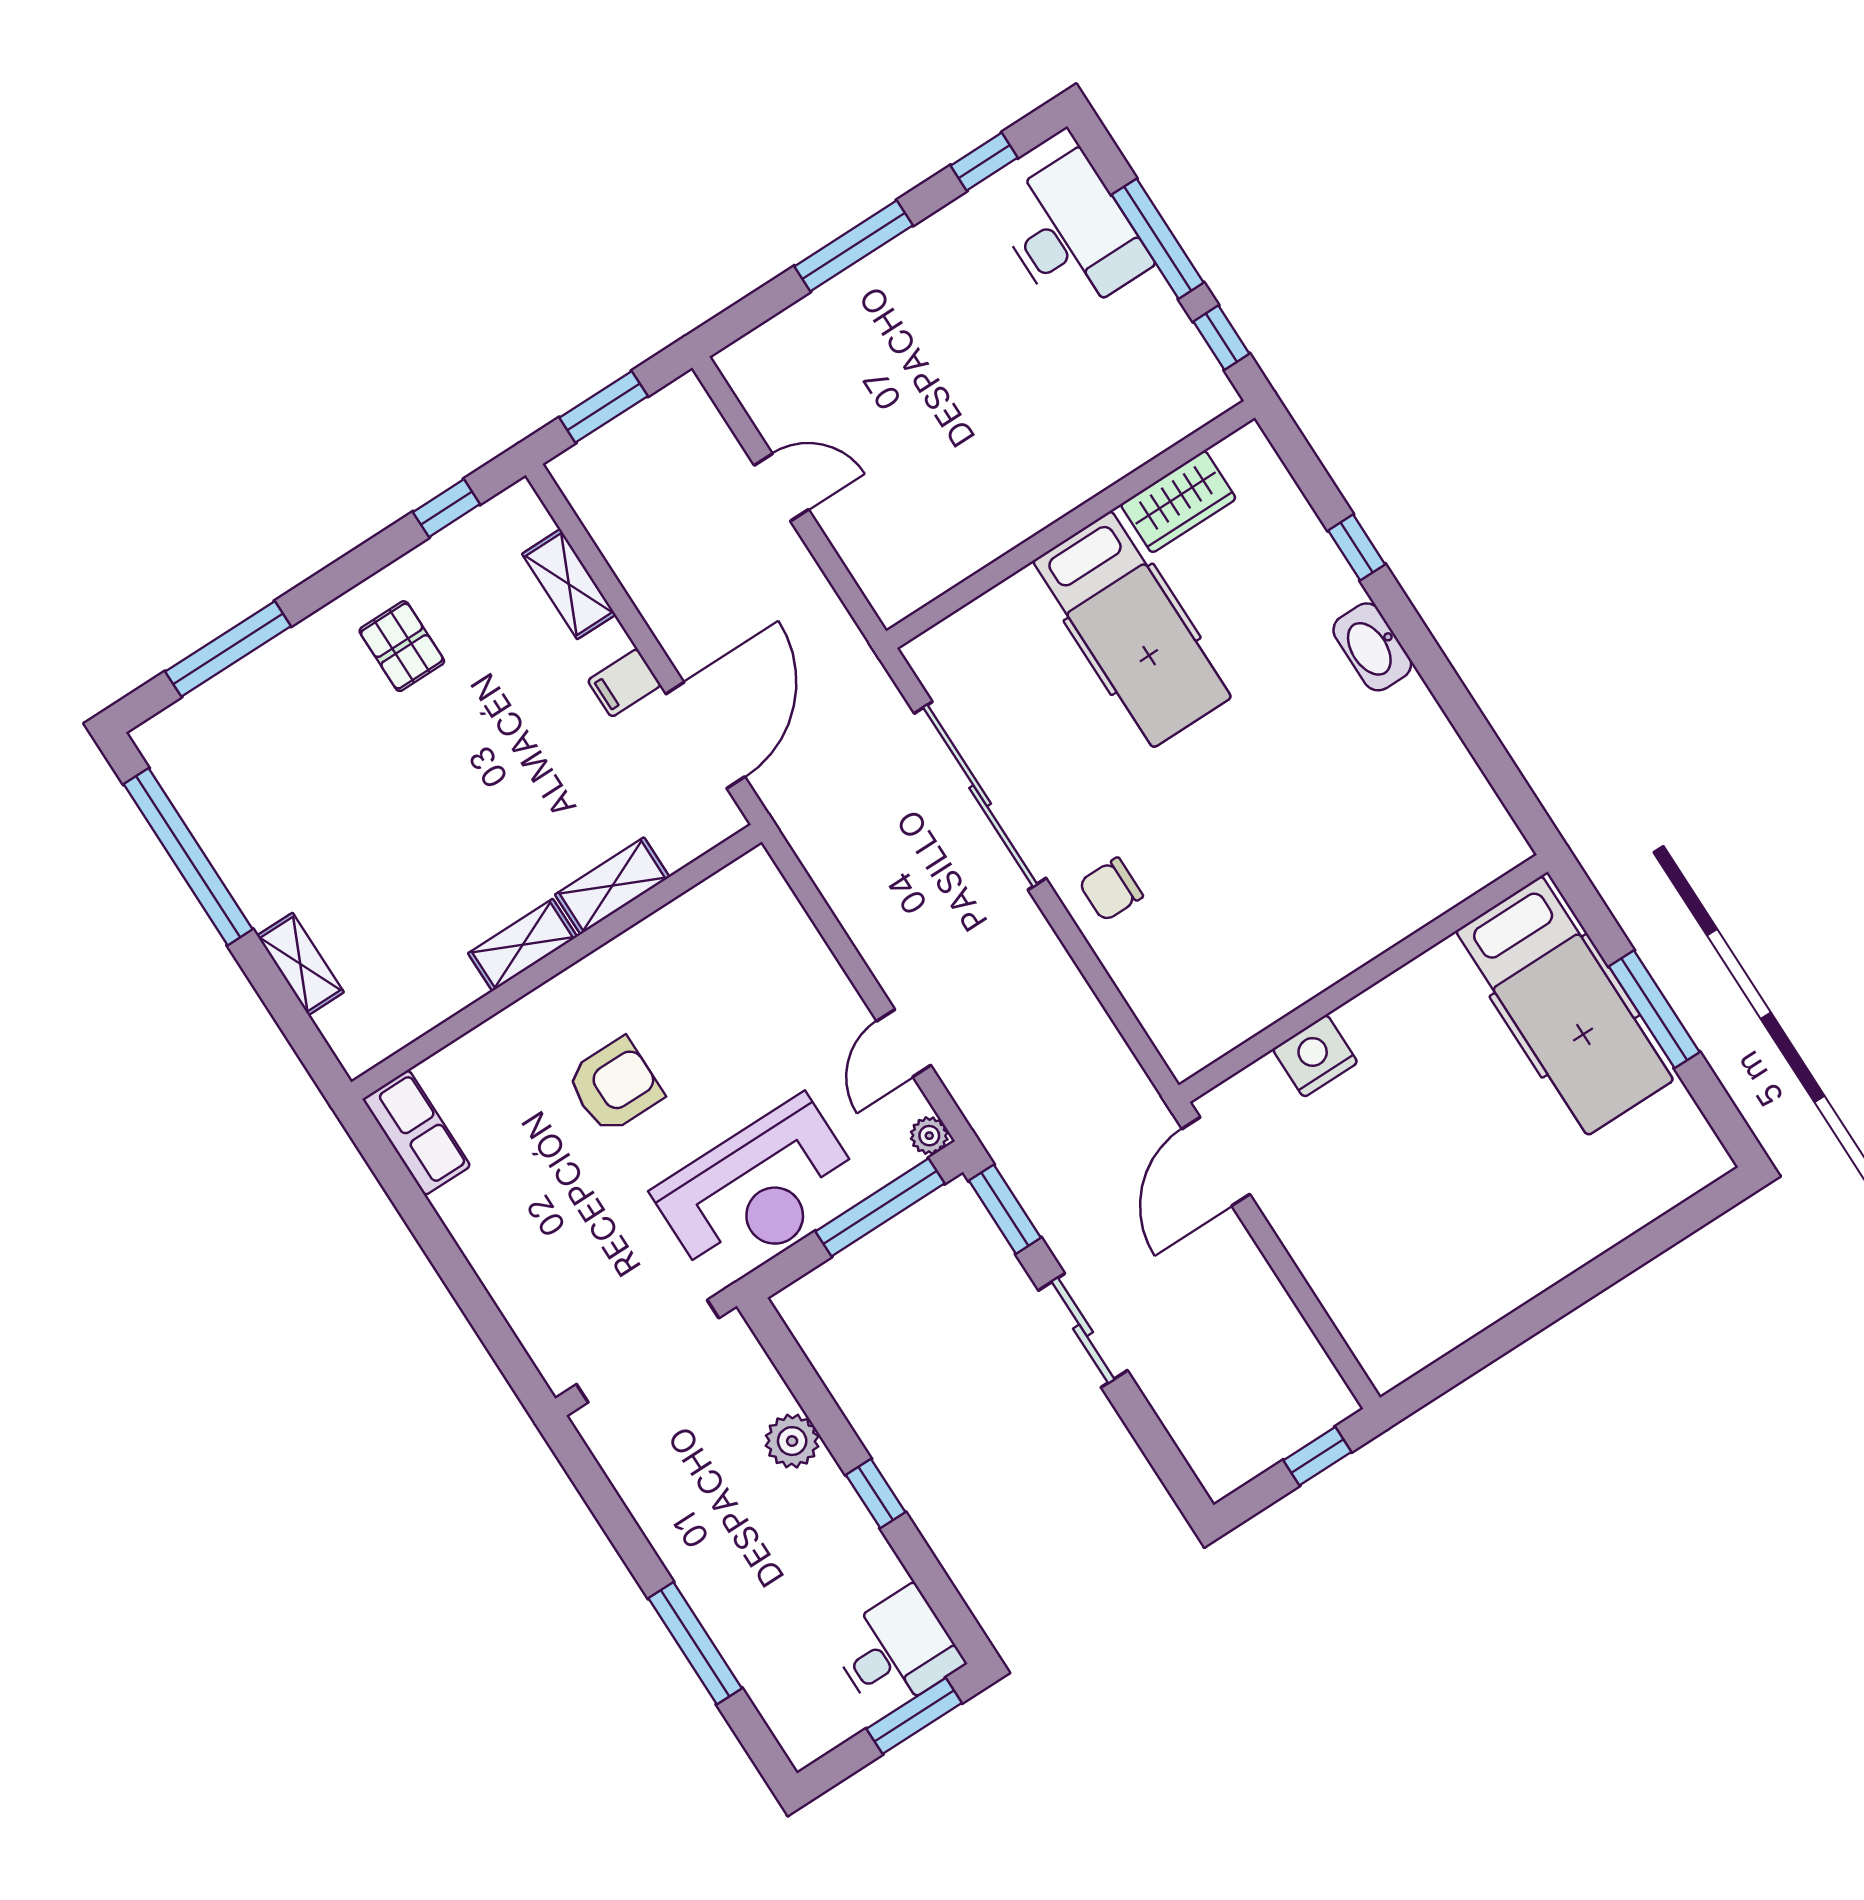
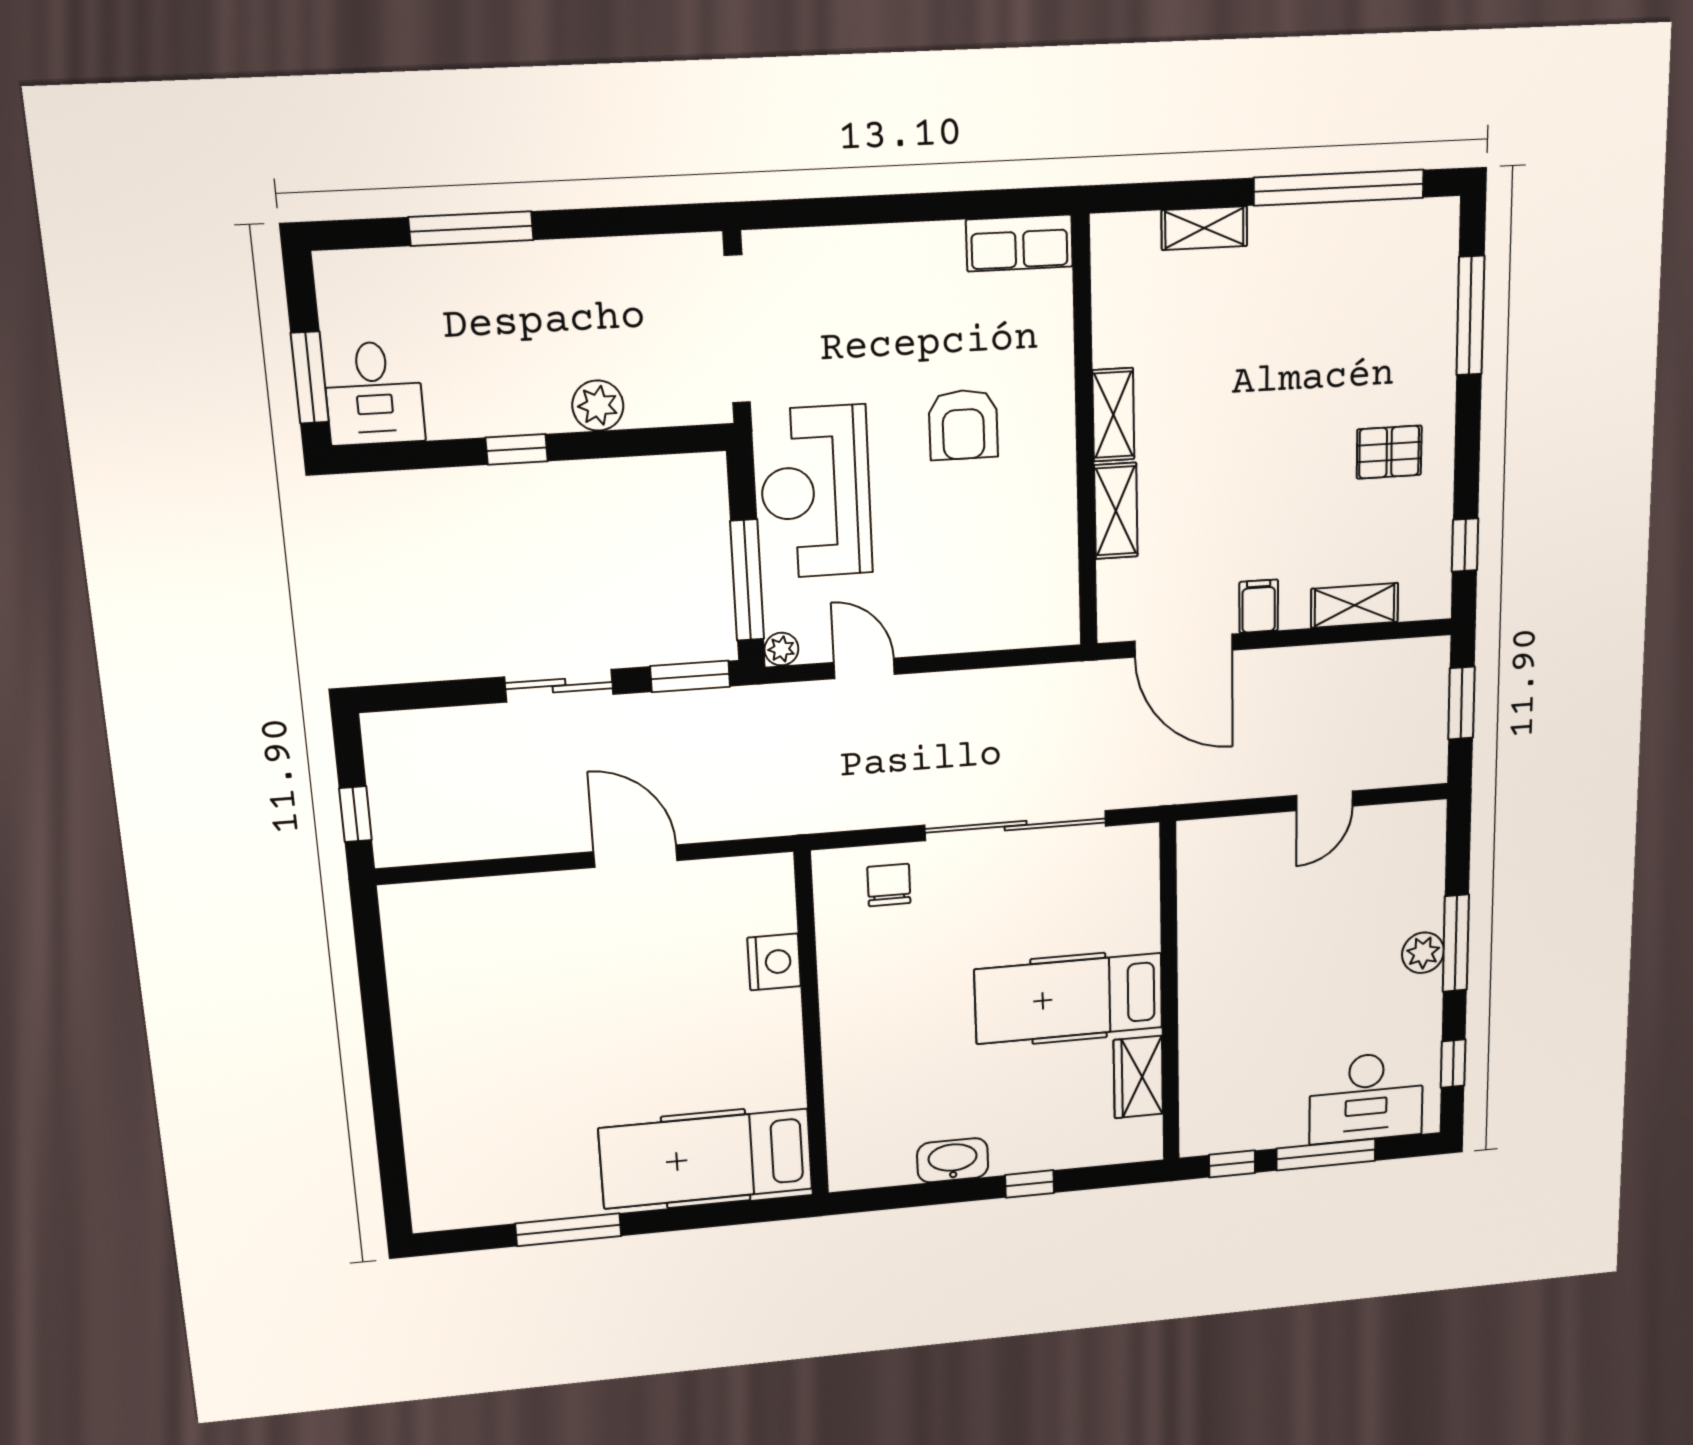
plant: (883, 275) -> (1423, 953), added
wall: (1363, 978) -> (811, 1026), moved
hospital bed: (1565, 1006) -> (706, 1159), moved
nightstand: (1315, 1056) -> (774, 962), moved

